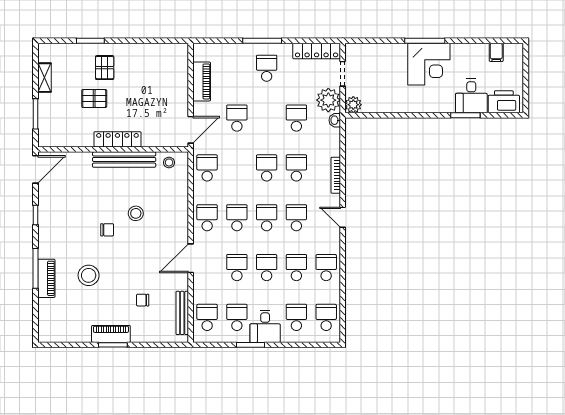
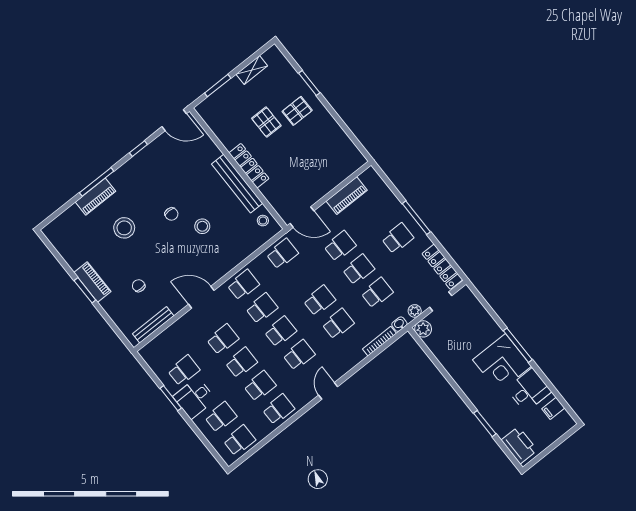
desk: (471, 96) -> (529, 390), moved, turned 180
plant: (328, 100) -> (415, 311), width x0.53, depth x0.53
bookcase: (336, 175) -> (379, 341), moved
school desk: (207, 317) -> (359, 269), moved

